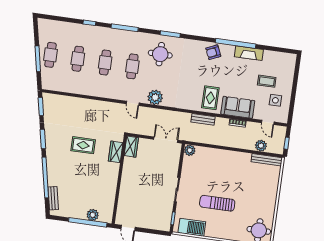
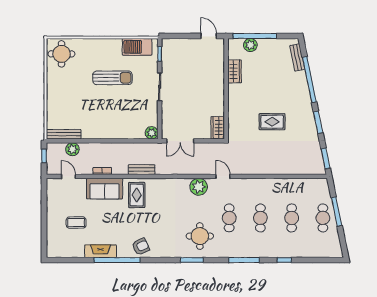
side table: (275, 100) -> (63, 202), removed
wardrobe: (116, 152) -> (235, 71), moved

